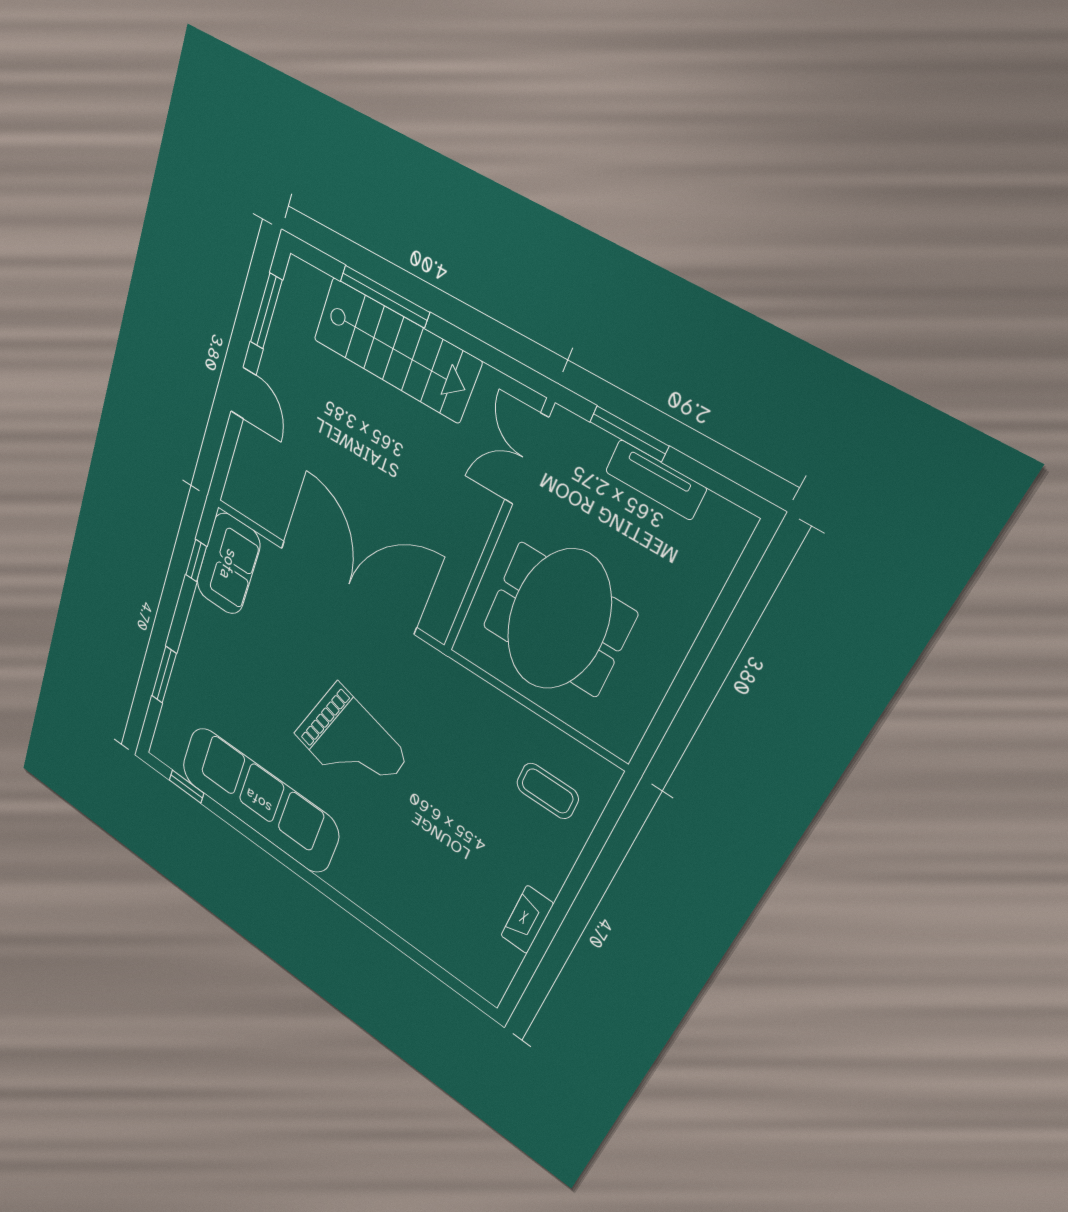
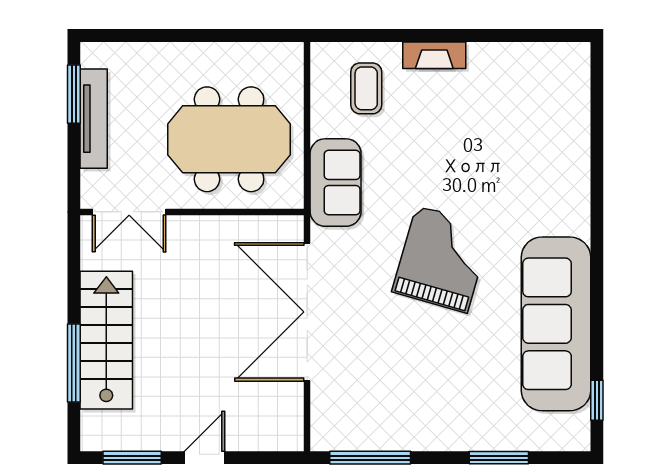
window: (629, 434) -> (74, 94), moved
tv unit: (656, 480) -> (94, 119), width x1.41
window: (196, 561) -> (370, 458), width x2.17
sofa: (228, 564) -> (336, 183), moved, turned 90
fireplace: (527, 920) -> (434, 55), moved

